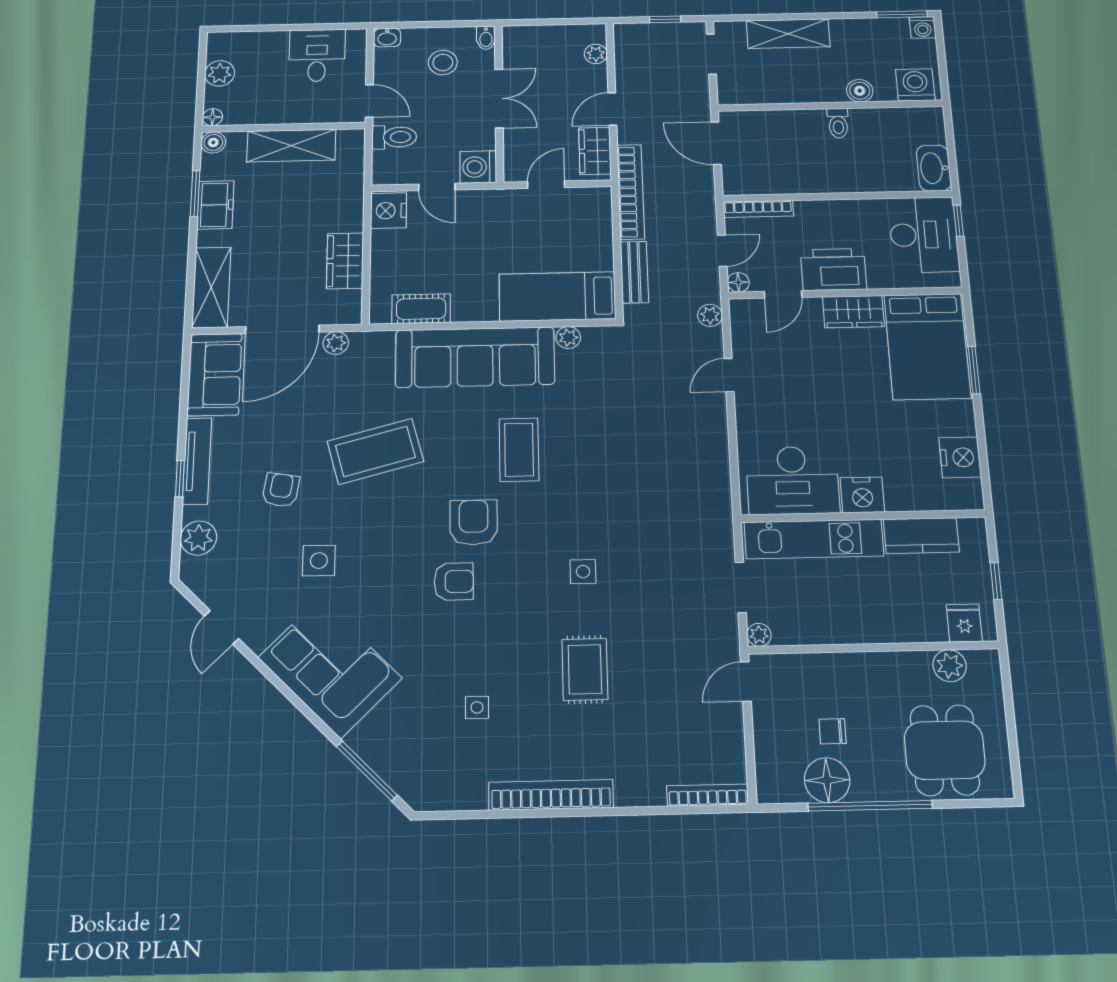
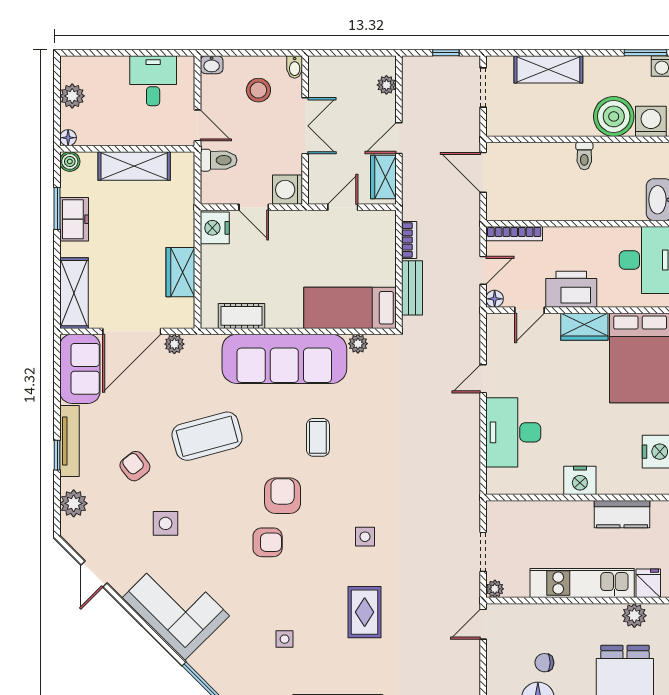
boiler: (860, 91) -> (614, 116), width x1.86, depth x1.86
bookcase: (631, 192) -> (409, 240), width x0.43, depth x0.76
plant: (710, 315) -> (471, 327), removed
coffee table: (519, 450) -> (318, 437), width x0.73, depth x0.77
desk: (792, 480) -> (513, 432), moved, turned 90
armchair: (281, 490) -> (135, 466), turned -47
kitchen unit: (814, 539) -> (582, 583), moved, turned 180

